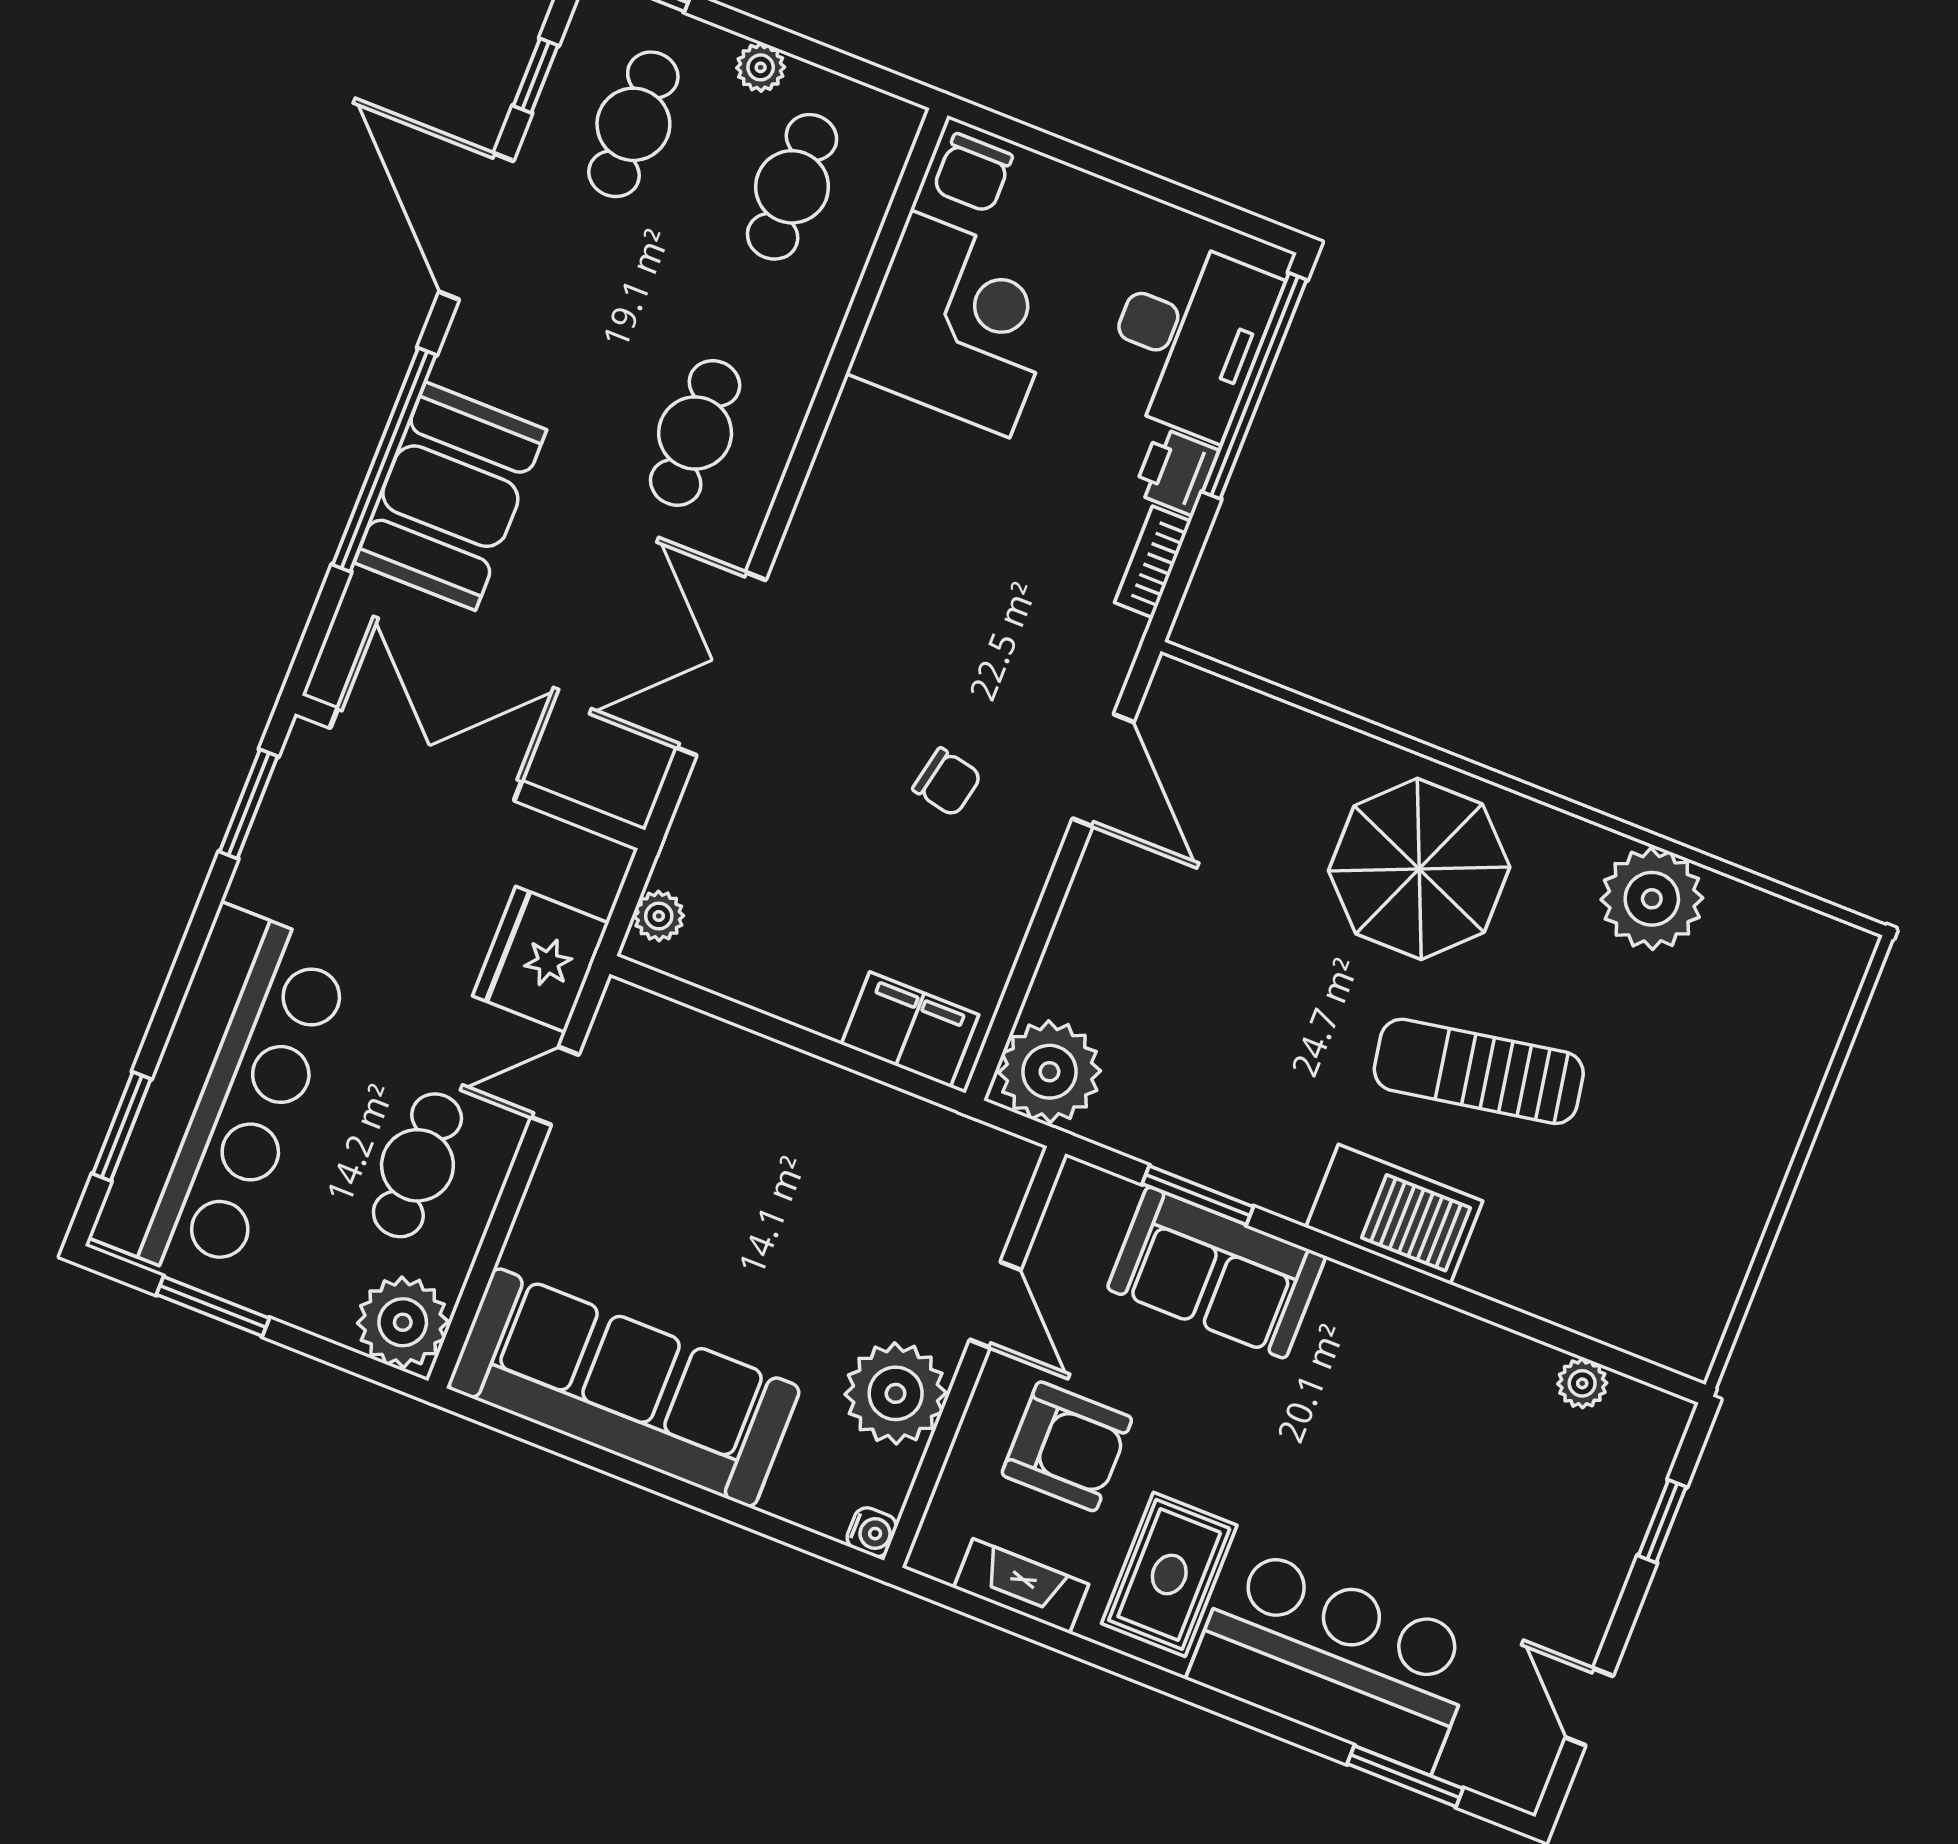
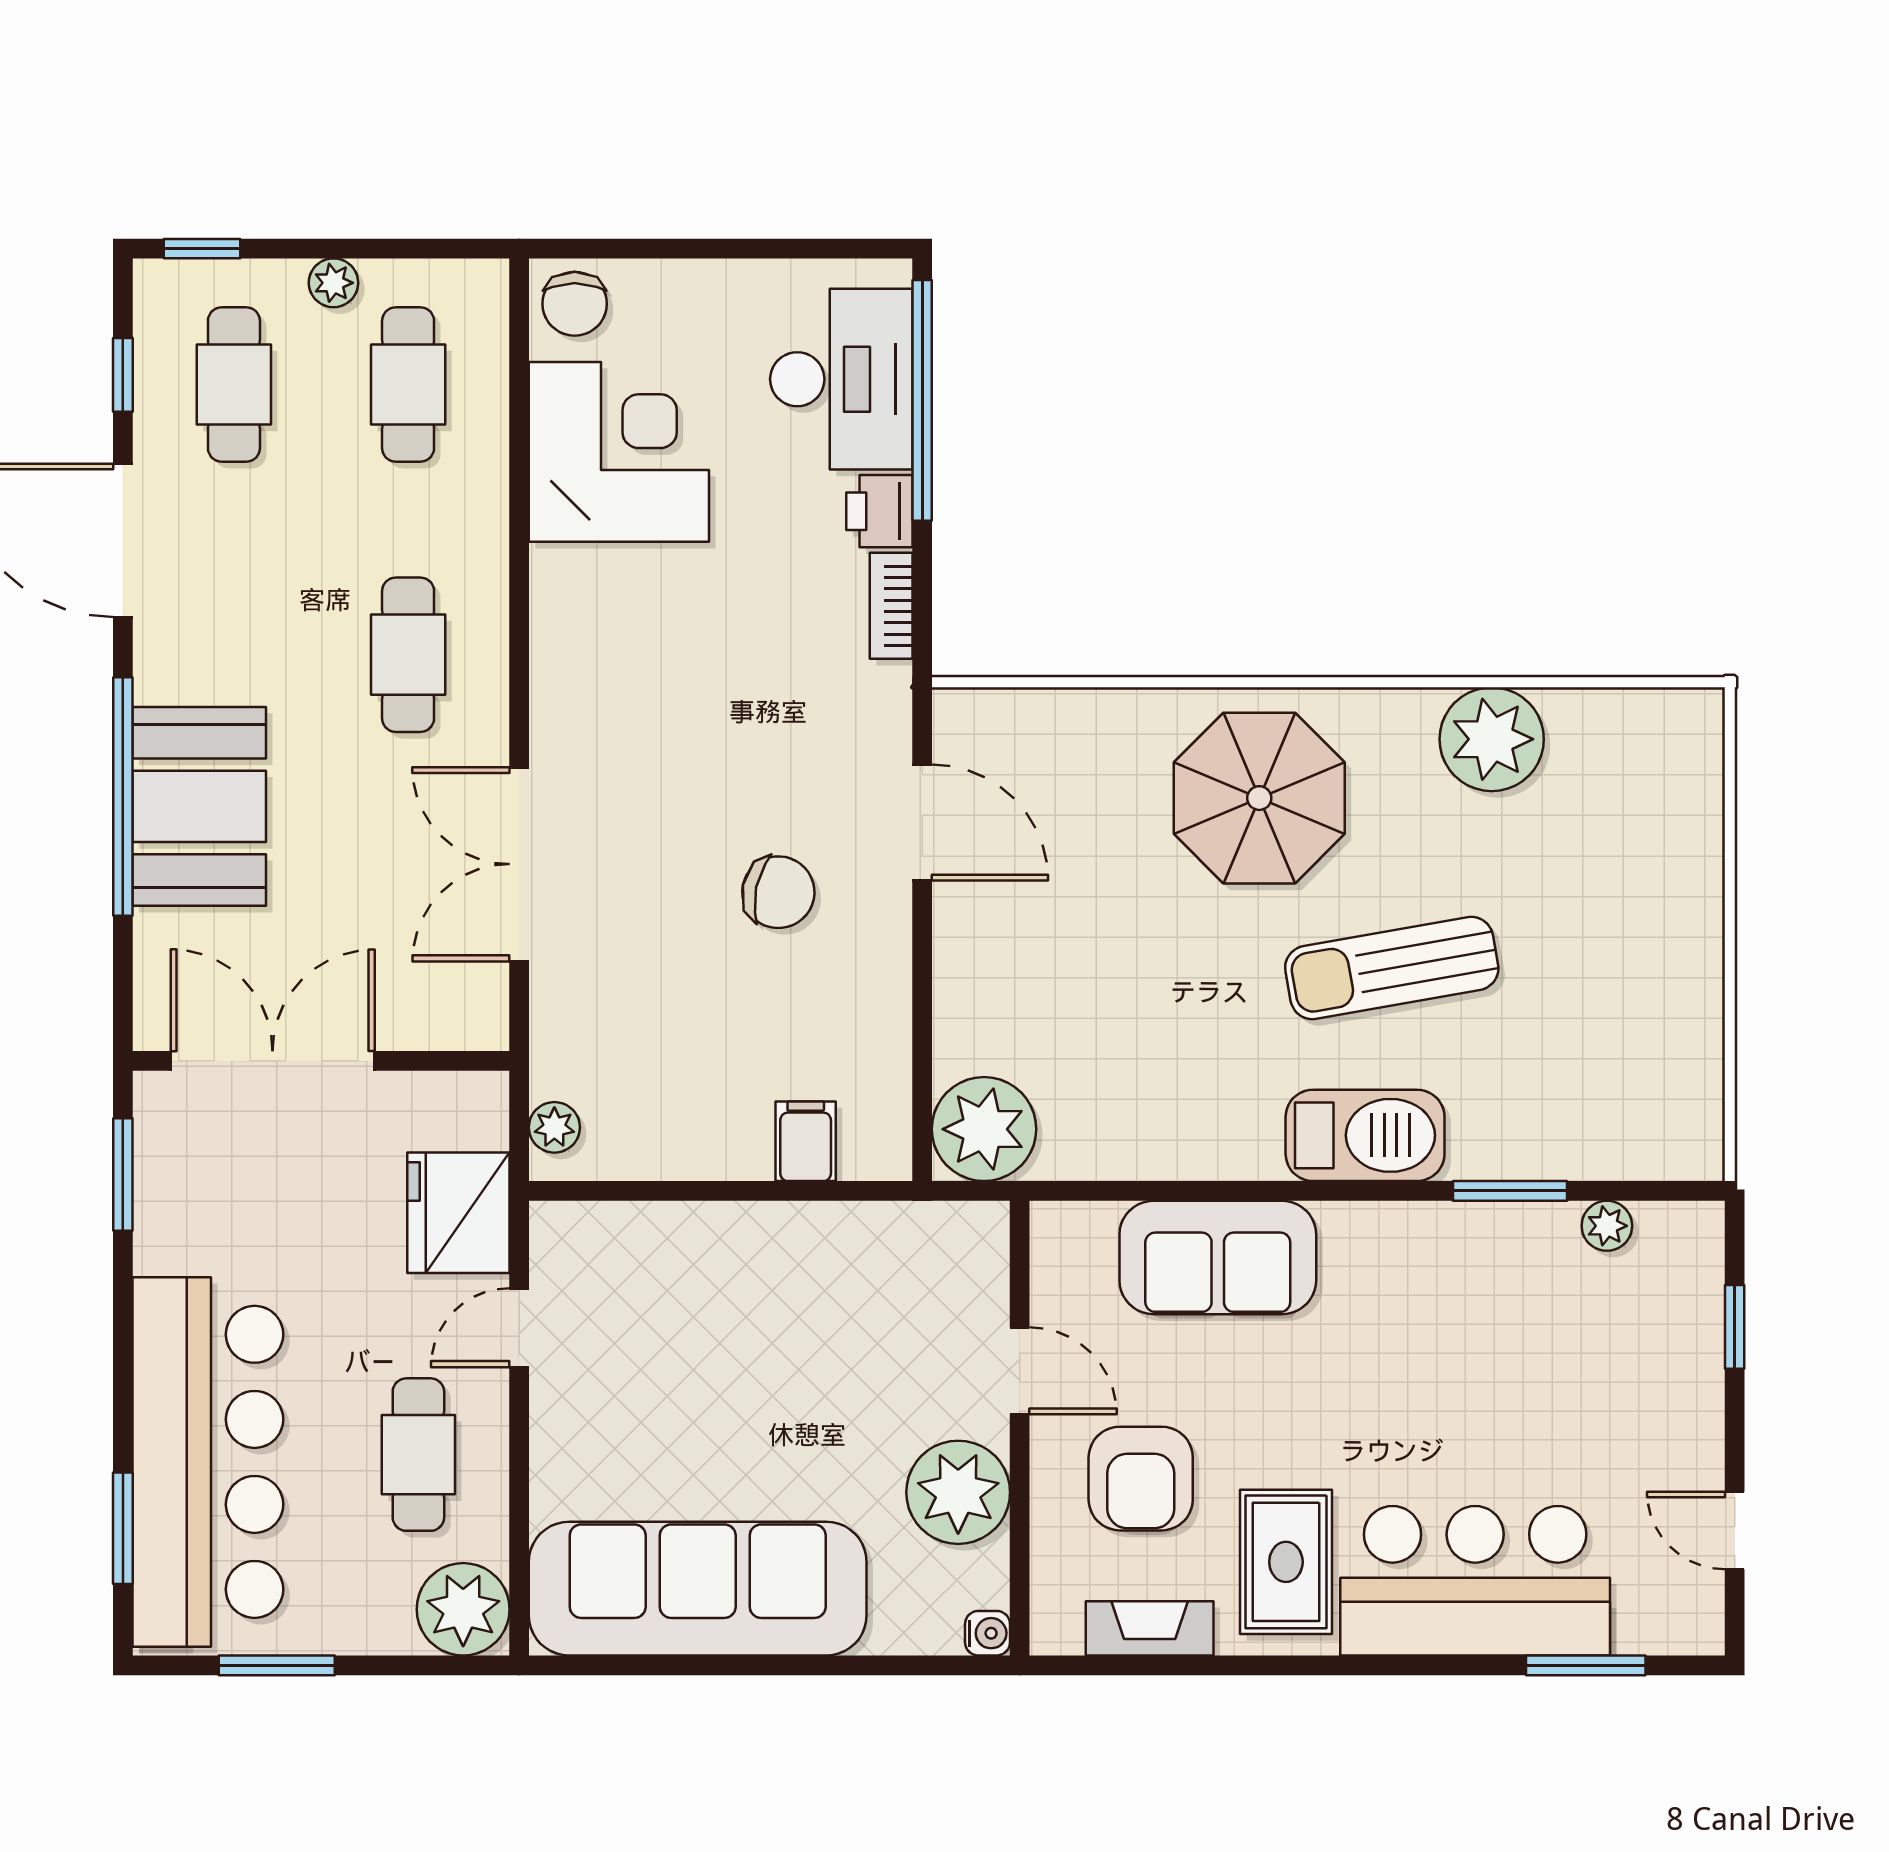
chair: (947, 782) -> (778, 892), width x1.37, depth x1.37
filing cabinet: (910, 1030) -> (806, 1141), width x0.50
window: (1198, 1195) -> (1510, 1191), moved
armchair: (1067, 1446) -> (1141, 1479), turned 90

